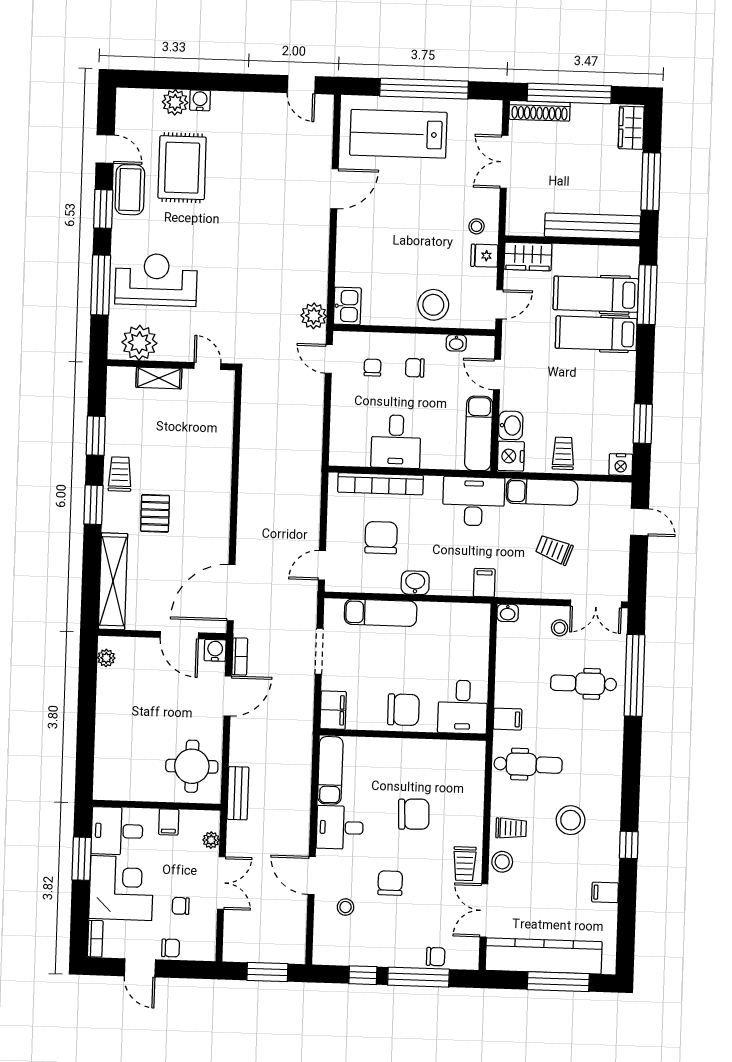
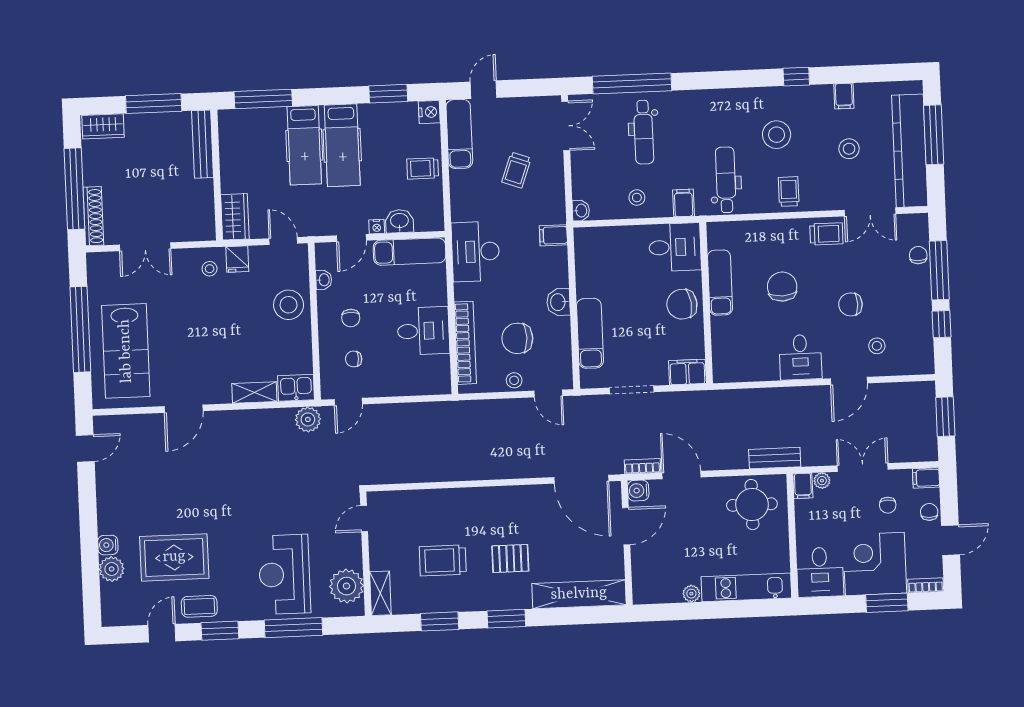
door: (334, 189) -> (184, 409), swing flipped
coffee table: (130, 190) -> (199, 606), width x0.73, depth x0.77
bench: (593, 226) -> (203, 144), width x0.73, depth x0.82
shelving: (346, 263) -> (254, 392), added
hospital bed: (596, 294) -> (342, 145), moved
shelving: (159, 378) -> (380, 593), moved
nightstand: (511, 456) -> (377, 227), moved, width x0.53, depth x0.56
trolley: (120, 474) -> (443, 560), moved, width x1.36, depth x1.39
exam couch: (542, 492) -> (459, 134), moved
stool: (338, 531) -> (514, 380), added
stool: (560, 628) -> (637, 198), moved
plant: (106, 658) -> (691, 594), moved
chair: (403, 710) -> (682, 304), turned -97
kitchen unit: (107, 754) -> (746, 587), added
exam couch: (330, 770) -> (720, 283), moved, turned 90
filing cabinet: (169, 822) -> (803, 486), moved, turned 90
window: (82, 859) -> (887, 603), moved
stool: (502, 862) -> (849, 149), moved
filing cabinet: (206, 947) -> (926, 478), added

